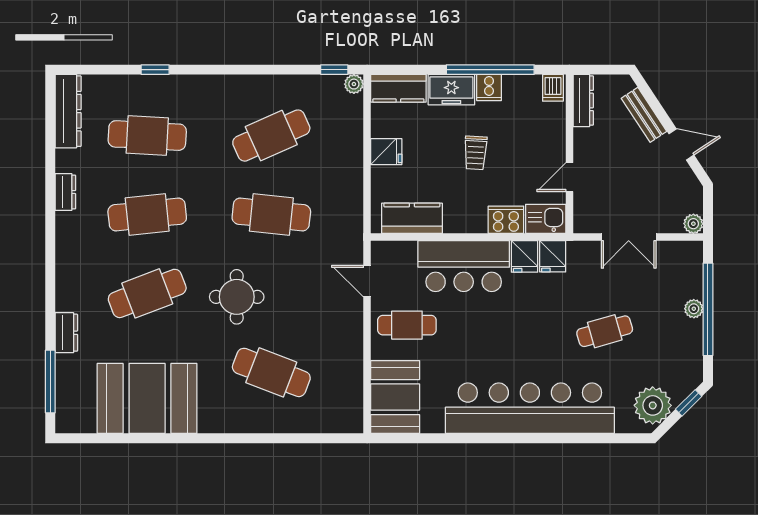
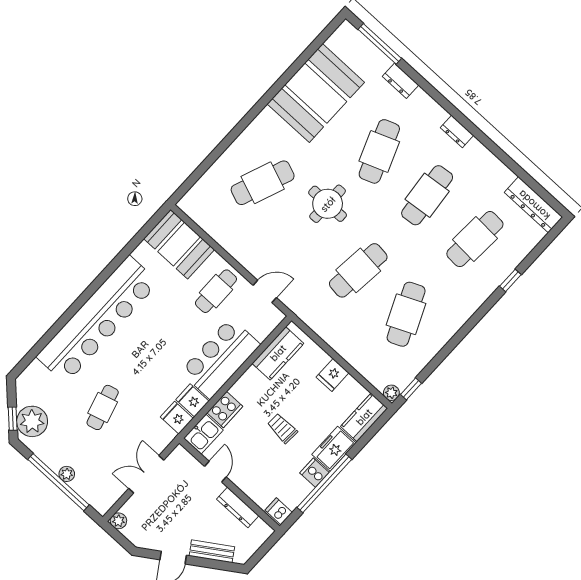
dresser: (583, 100) -> (238, 507), moved
dresser: (65, 192) -> (457, 131), moved
plant: (653, 405) -> (32, 421), moved

